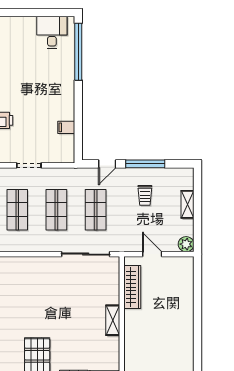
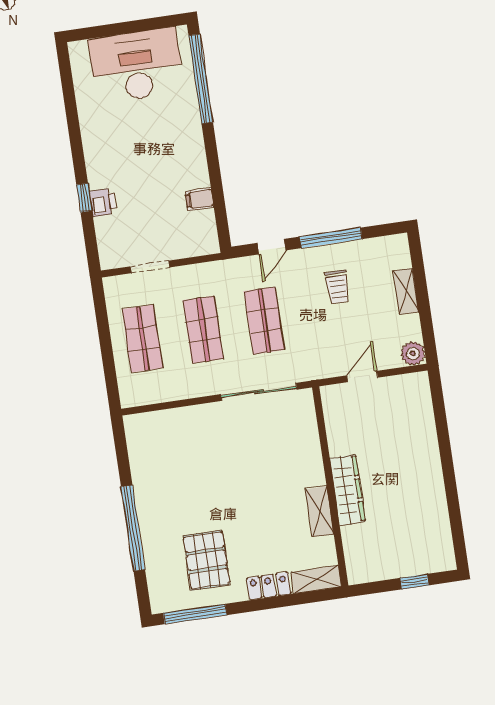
desk: (52, 32) -> (136, 65), width x1.87, depth x1.30
door: (152, 254) -> (362, 377), hinge flipped
wardrobe: (132, 287) -> (348, 490), moved
shelving: (113, 320) -> (320, 512), moved

